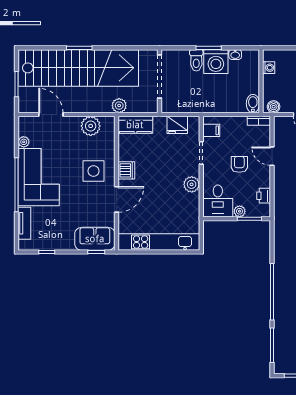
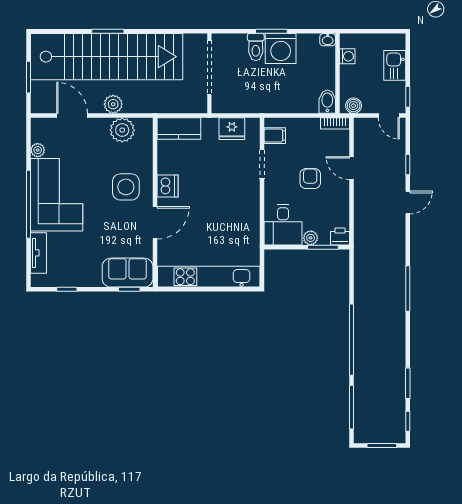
washbasin: (235, 55) -> (328, 40), moved
plant: (119, 106) -> (113, 104), moved
plant: (192, 184) -> (250, 204), removed
printer: (264, 196) -> (340, 237), moved, turned 90

